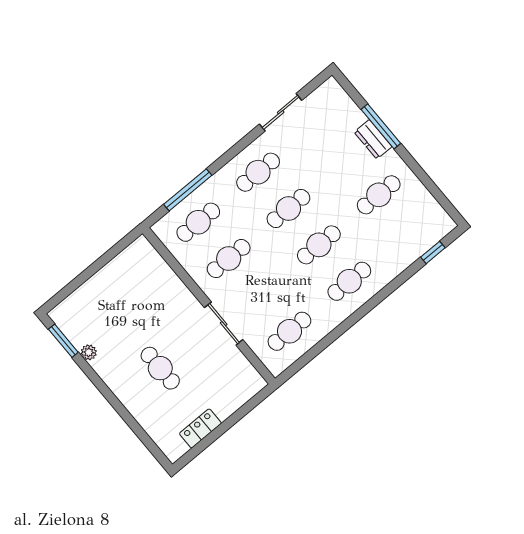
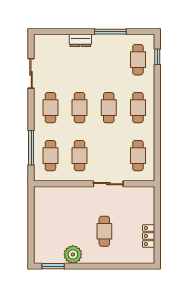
window: (381, 126) -> (110, 32), moved
cafe table: (379, 195) -> (138, 60), moved
plant: (89, 352) -> (73, 254), width x1.88, depth x1.88
cafe table: (160, 368) -> (104, 231), turned 90

